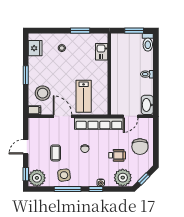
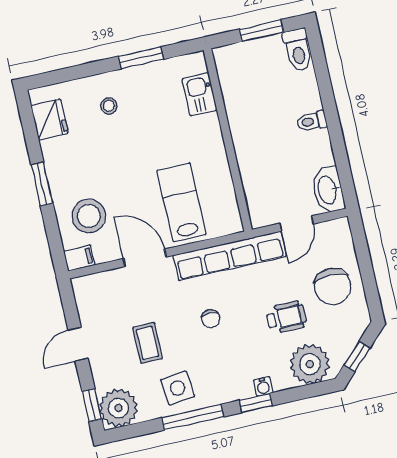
lab bench: (84, 96) -> (181, 202), turned 180

